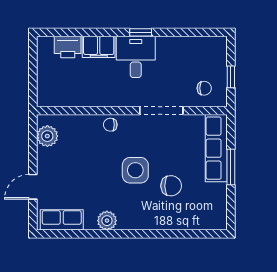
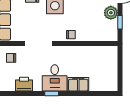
printer: (68, 47) -> (24, 84), moved
plant: (47, 136) -> (111, 13), moved
window: (33, 144) -> (120, 22), added

